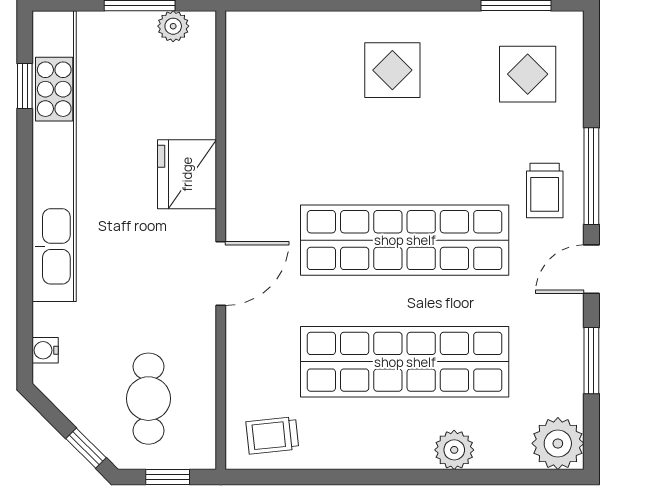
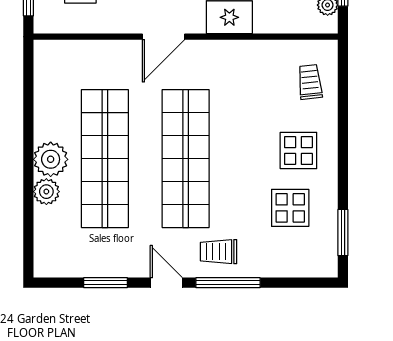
display table: (528, 74) -> (290, 208), moved
door: (221, 273) -> (163, 37), hinge flipped
trolley: (272, 435) -> (310, 82), moved
plant: (558, 443) -> (51, 159), moved

